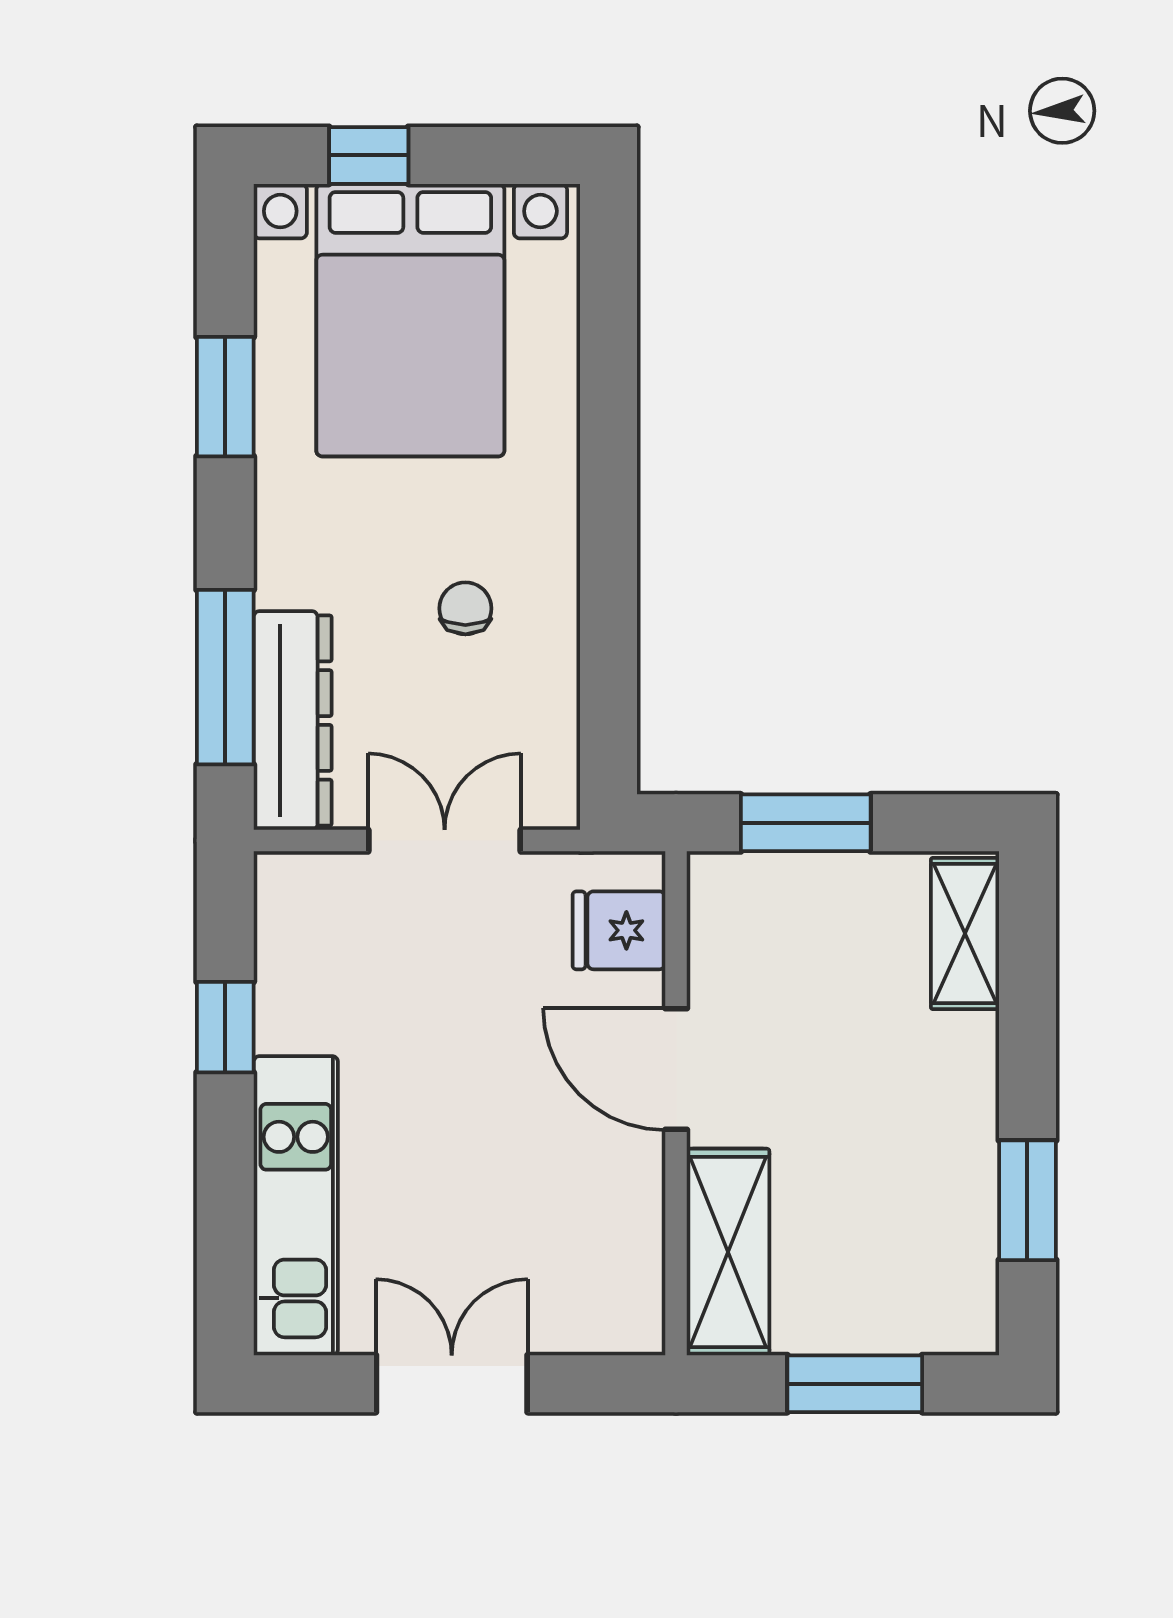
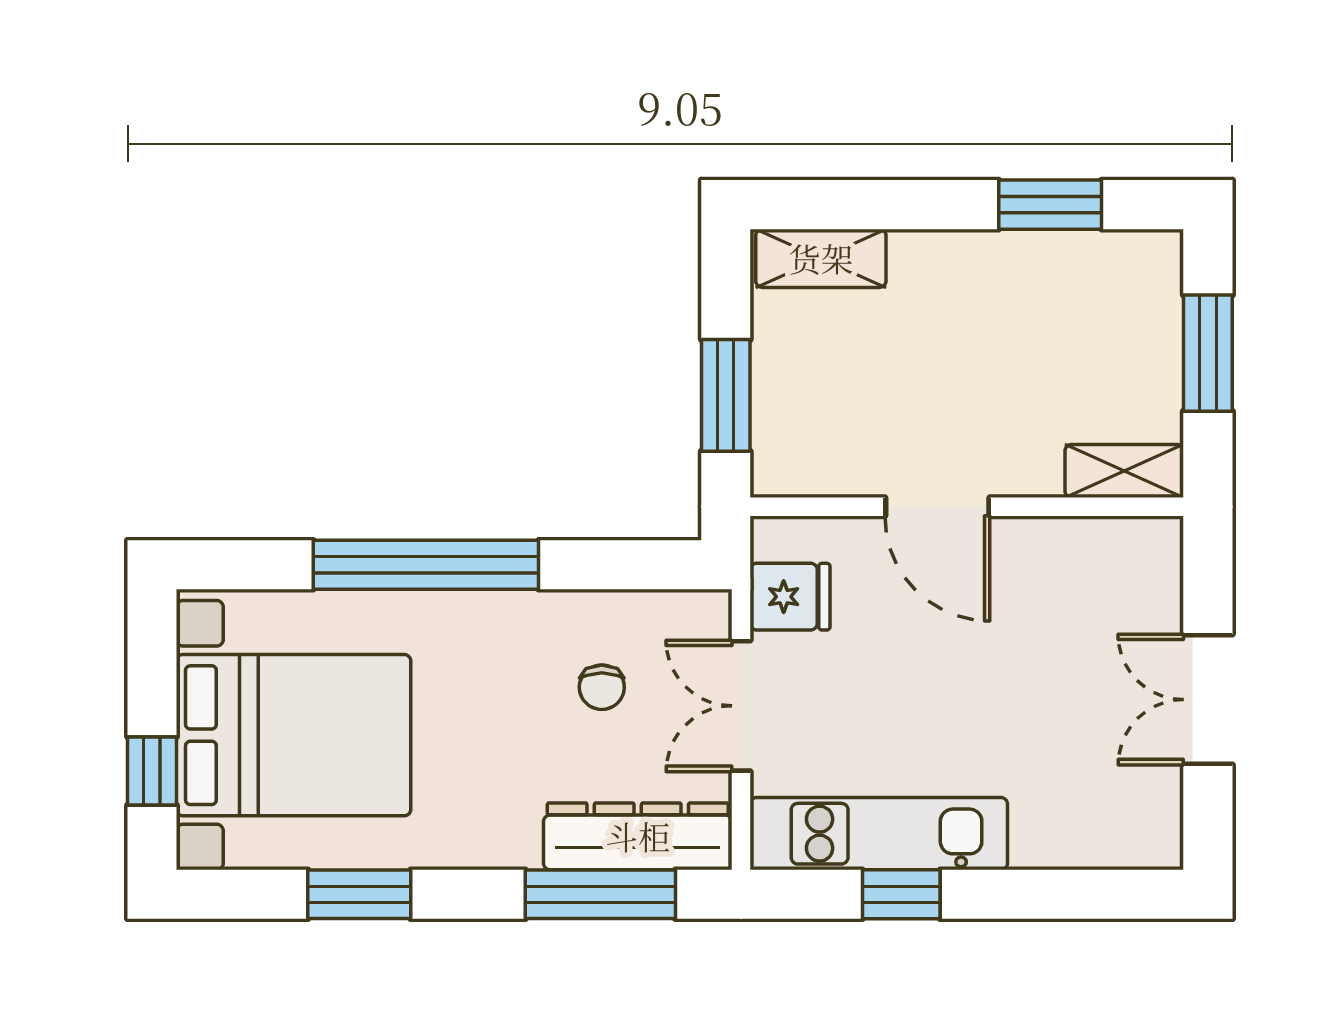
window: (609, 474) -> (426, 565), added
chair: (465, 608) -> (602, 687), moved, turned -90
fridge: (619, 930) -> (790, 597), moved, turned -90
door: (676, 1069) -> (937, 507), hinge flipped
kitchen unit: (296, 1206) -> (879, 834), moved
shelving: (728, 1252) -> (1124, 471), width x0.67, depth x0.75

